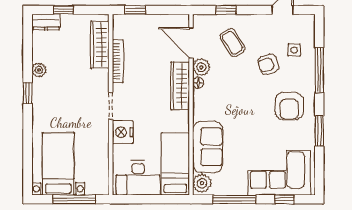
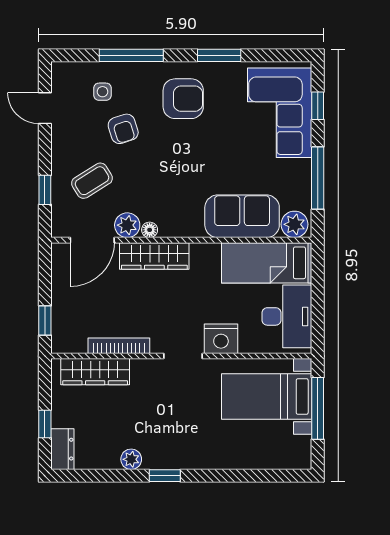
bed with nightstands: (58, 164) -> (267, 396), moved

